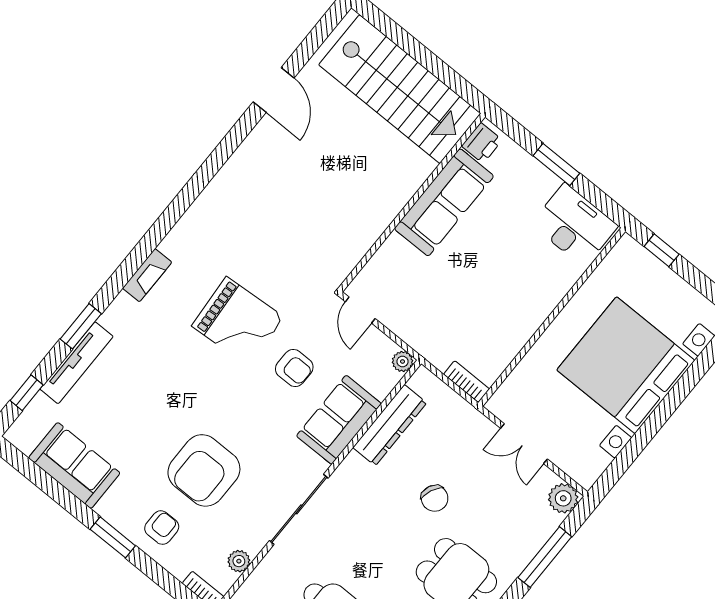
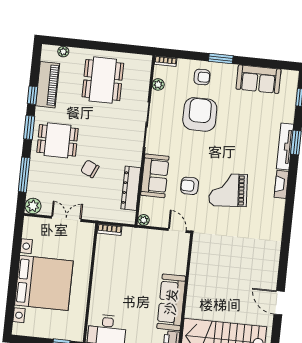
tv unit: (77, 363) -> (285, 147), moved
armchair: (162, 528) -> (202, 77), turned -90

